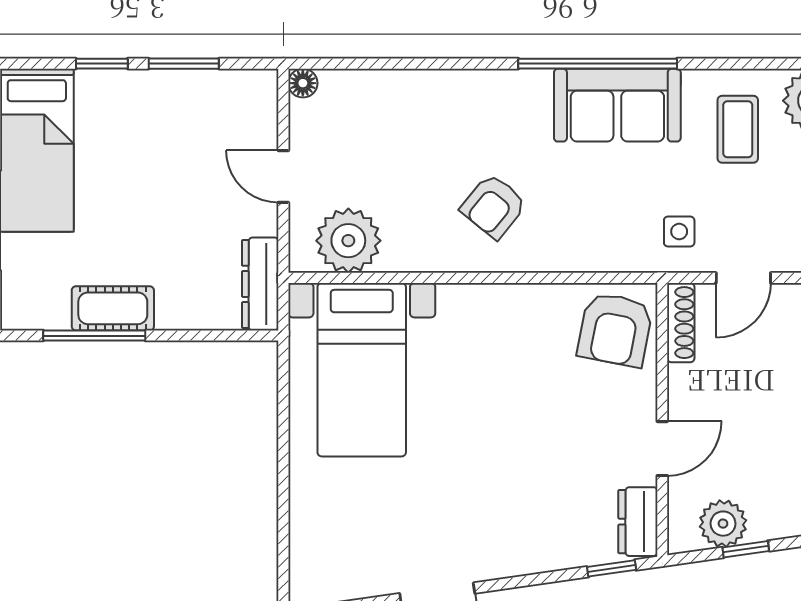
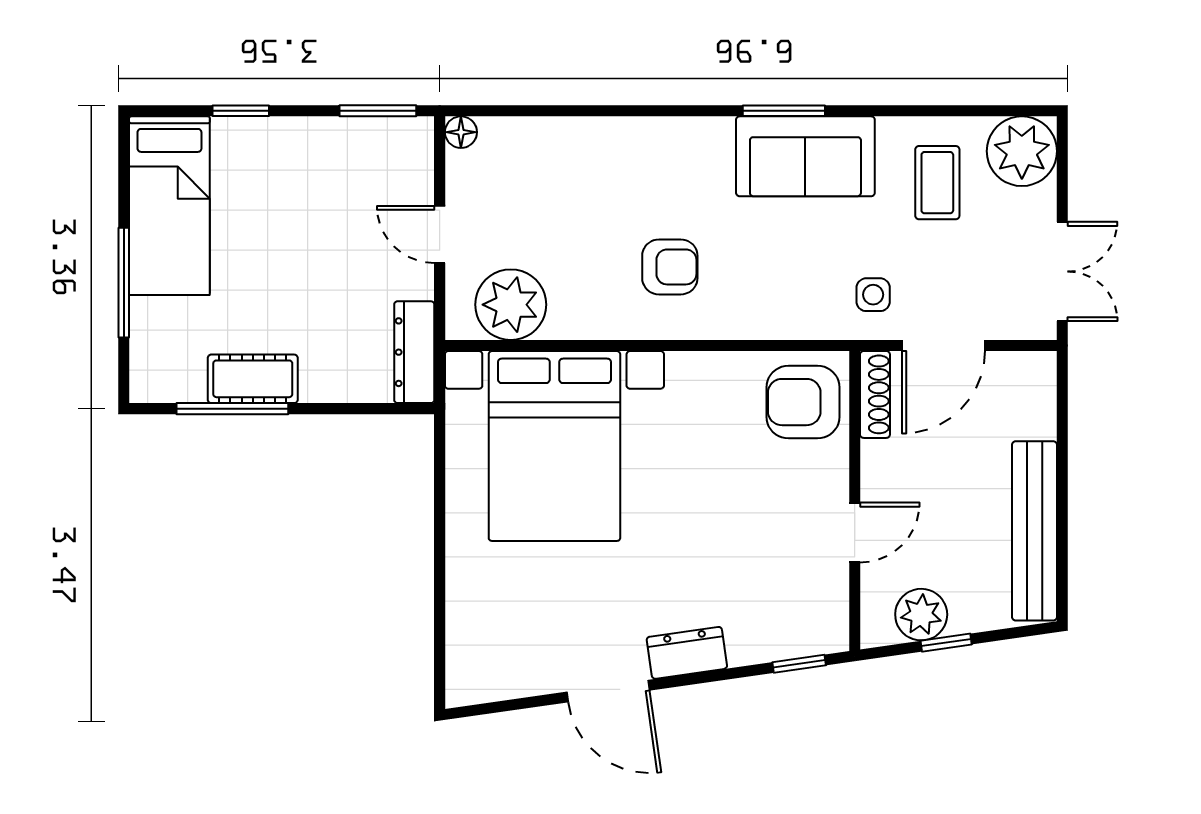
window: (184, 64) -> (378, 111), moved
window: (598, 64) -> (784, 111), width x0.47
armchair: (494, 206) -> (670, 267), turned -129
door: (743, 278) -> (944, 345), width x1.38
armchair: (615, 330) -> (803, 402), turned 79
bed with nightstands: (362, 370) -> (554, 446), width x1.36
dresser: (638, 522) -> (687, 653), moved, turned 82

